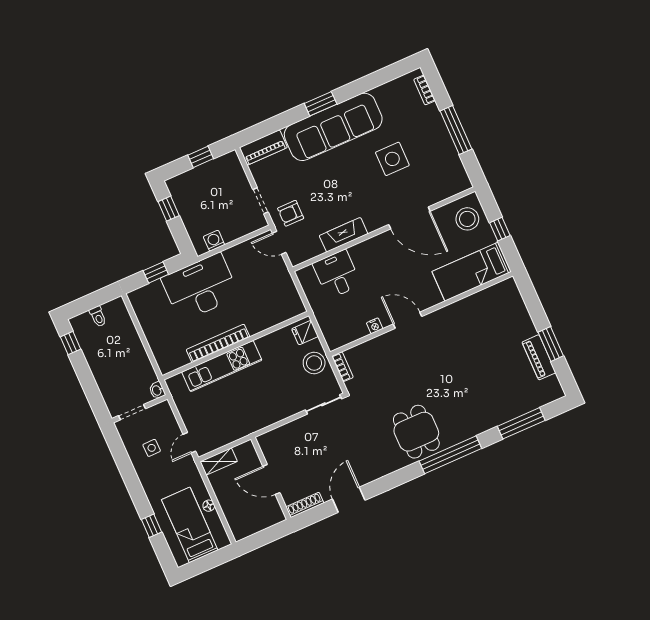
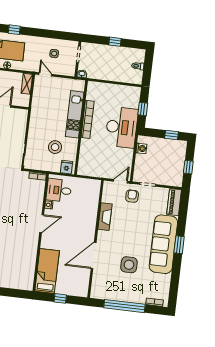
window: (456, 130) -> (124, 306), width x1.46
stool: (467, 219) -> (75, 285), removed
desk: (337, 274) -> (59, 190), moved, turned 180
window: (70, 343) -> (115, 42), moved
stool: (314, 363) -> (55, 147), moved

